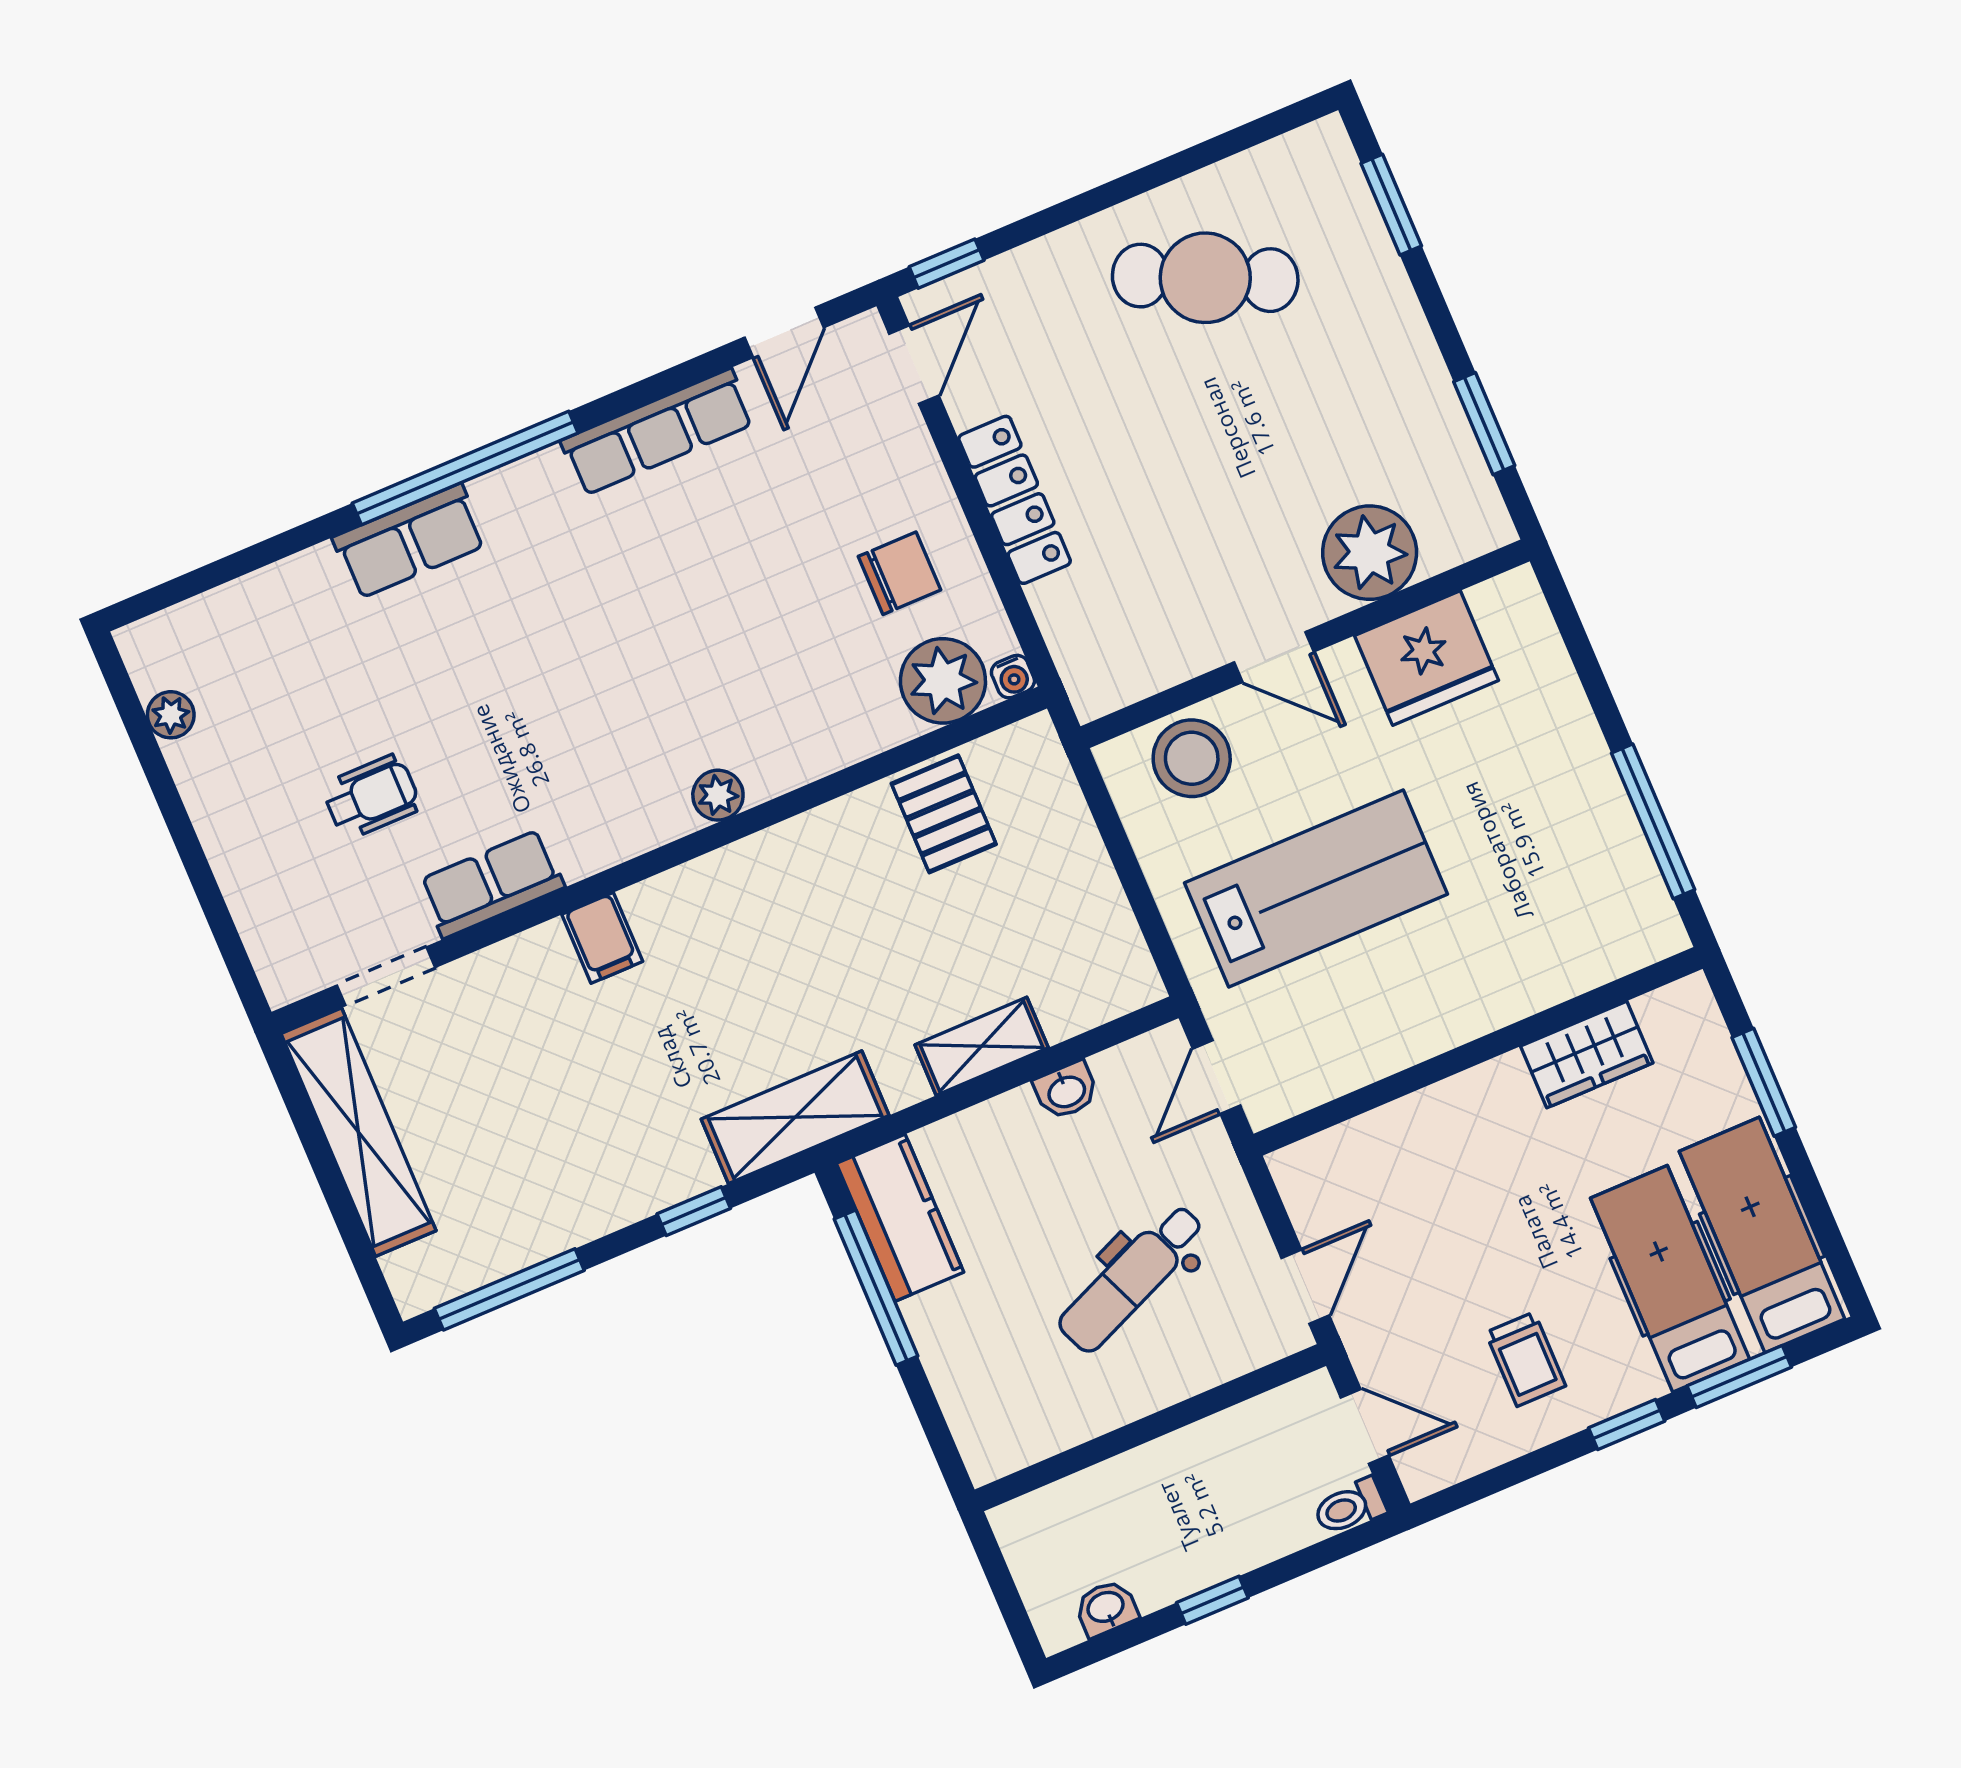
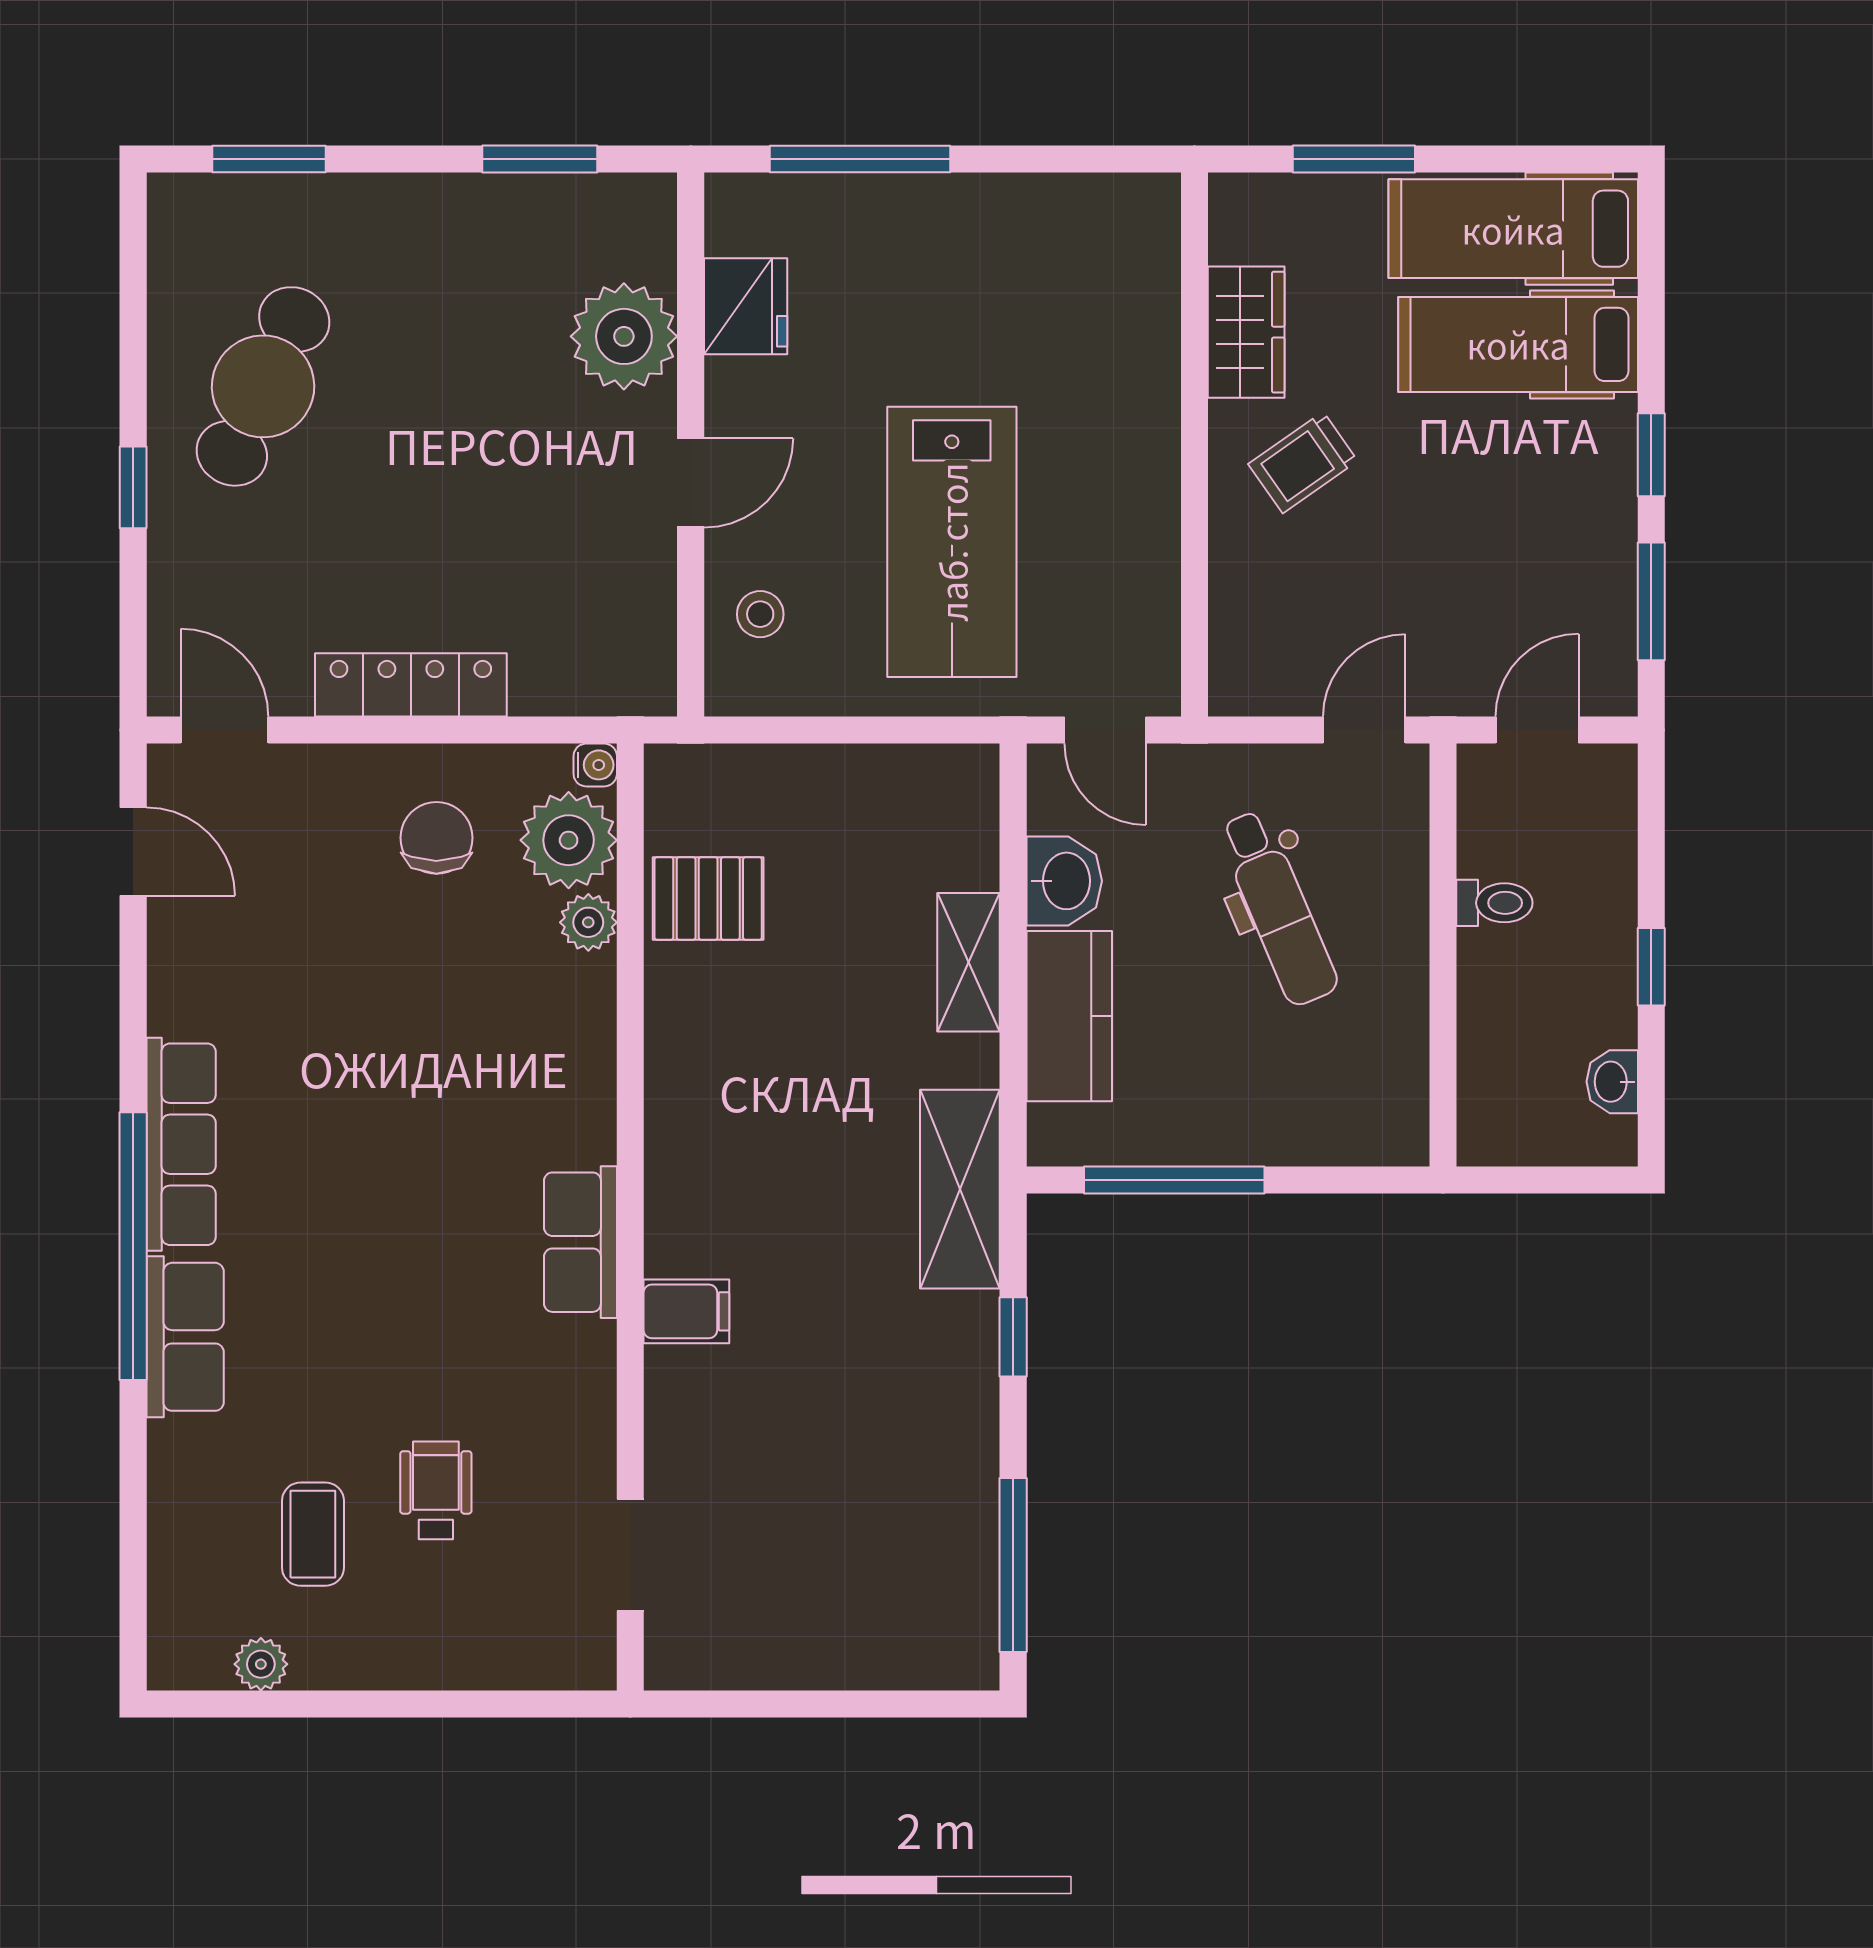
window: (947, 264) -> (133, 487), moved
row of seats: (657, 432) -> (181, 1144), moved
fridge: (1426, 658) -> (746, 306), width x0.73, depth x0.75
coffee table: (294, 712) -> (313, 1534), added
stool: (1192, 758) -> (760, 614), width x0.53, depth x0.53
plant: (718, 795) -> (588, 922), moved
window: (1653, 821) -> (860, 159), moved
row of seats: (492, 884) -> (580, 1242), moved
lab bench: (1316, 888) -> (952, 542), turned 180
washbasin: (1066, 1091) -> (1064, 881), width x1.38, depth x1.45
shelving: (358, 1132) -> (781, 1653), removed
kitchen counter: (900, 1218) -> (1069, 1016), moved, turned 90
door: (1305, 1287) -> (1364, 730), hinge flipped
trolley: (1526, 1359) -> (1303, 462), moved, turned 145
window: (1739, 1377) -> (1651, 601), moved
toilet: (1350, 1507) -> (1494, 903), moved, turned -90

